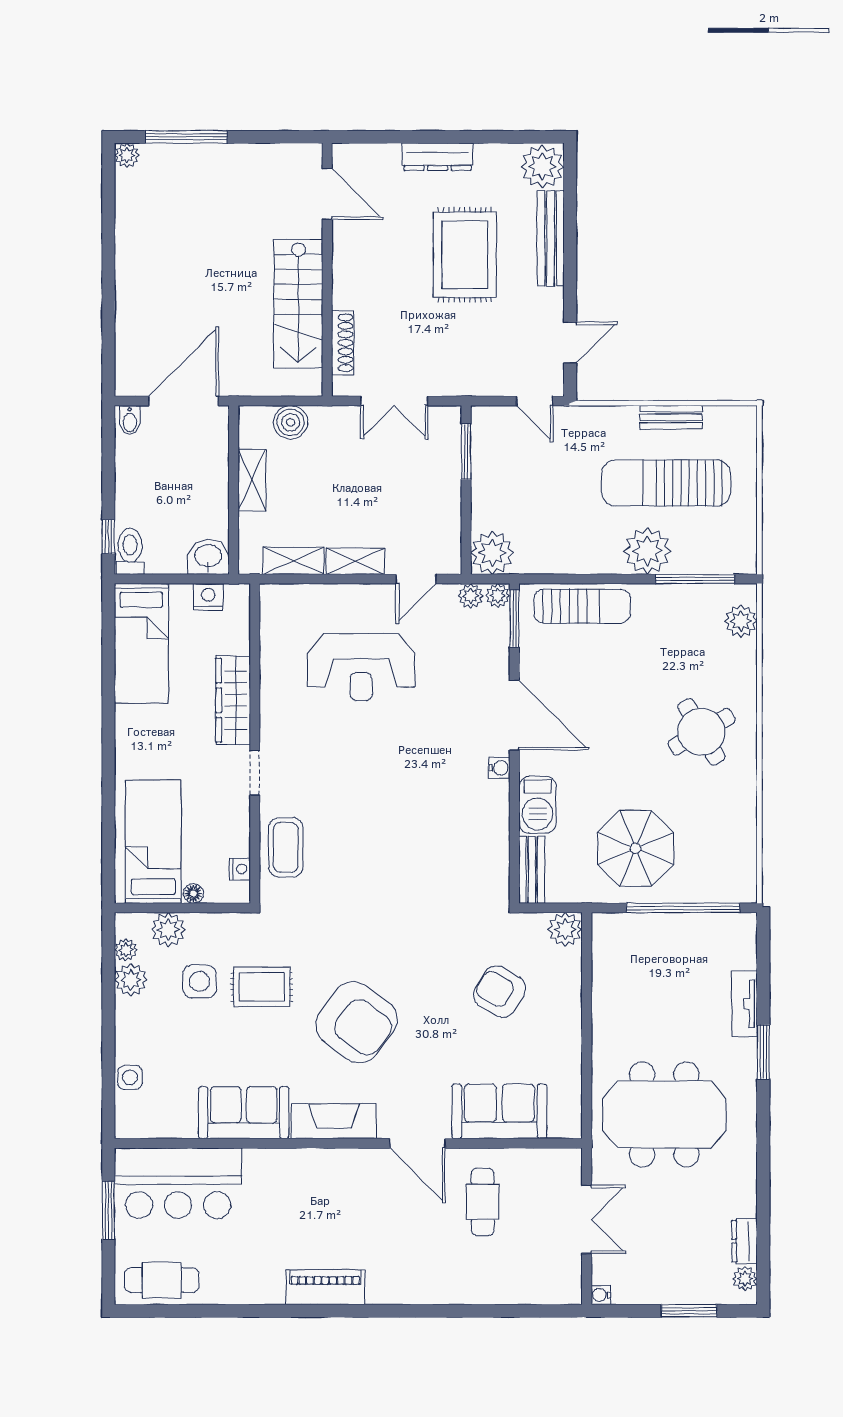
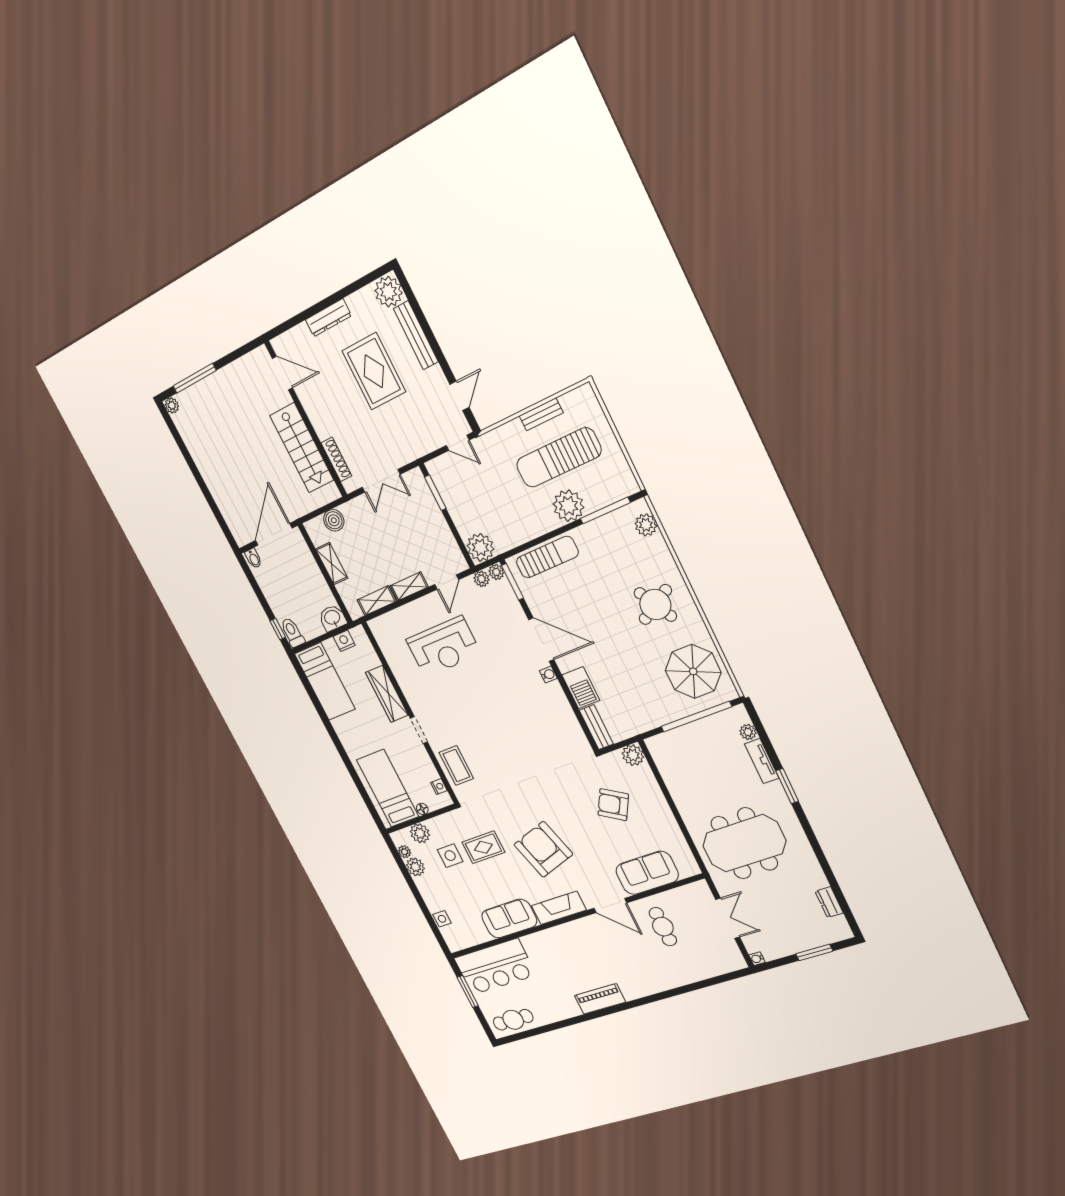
parasol: (636, 848) -> (693, 671), moved
armchair: (356, 1022) -> (543, 849), turned -144
plant: (745, 1279) -> (748, 732), moved

